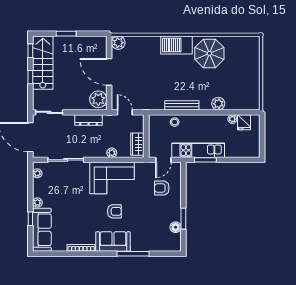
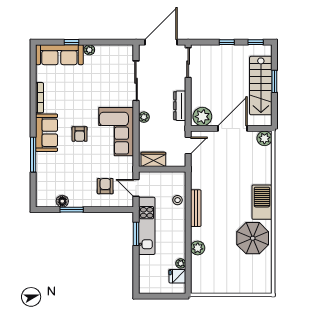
stairs: (43, 63) -> (261, 86), moved, turned 90
plant: (112, 153) -> (144, 117), moved
plant: (37, 173) -> (121, 50), removed

